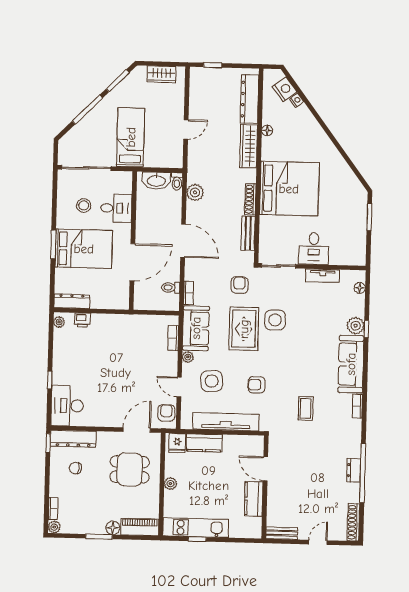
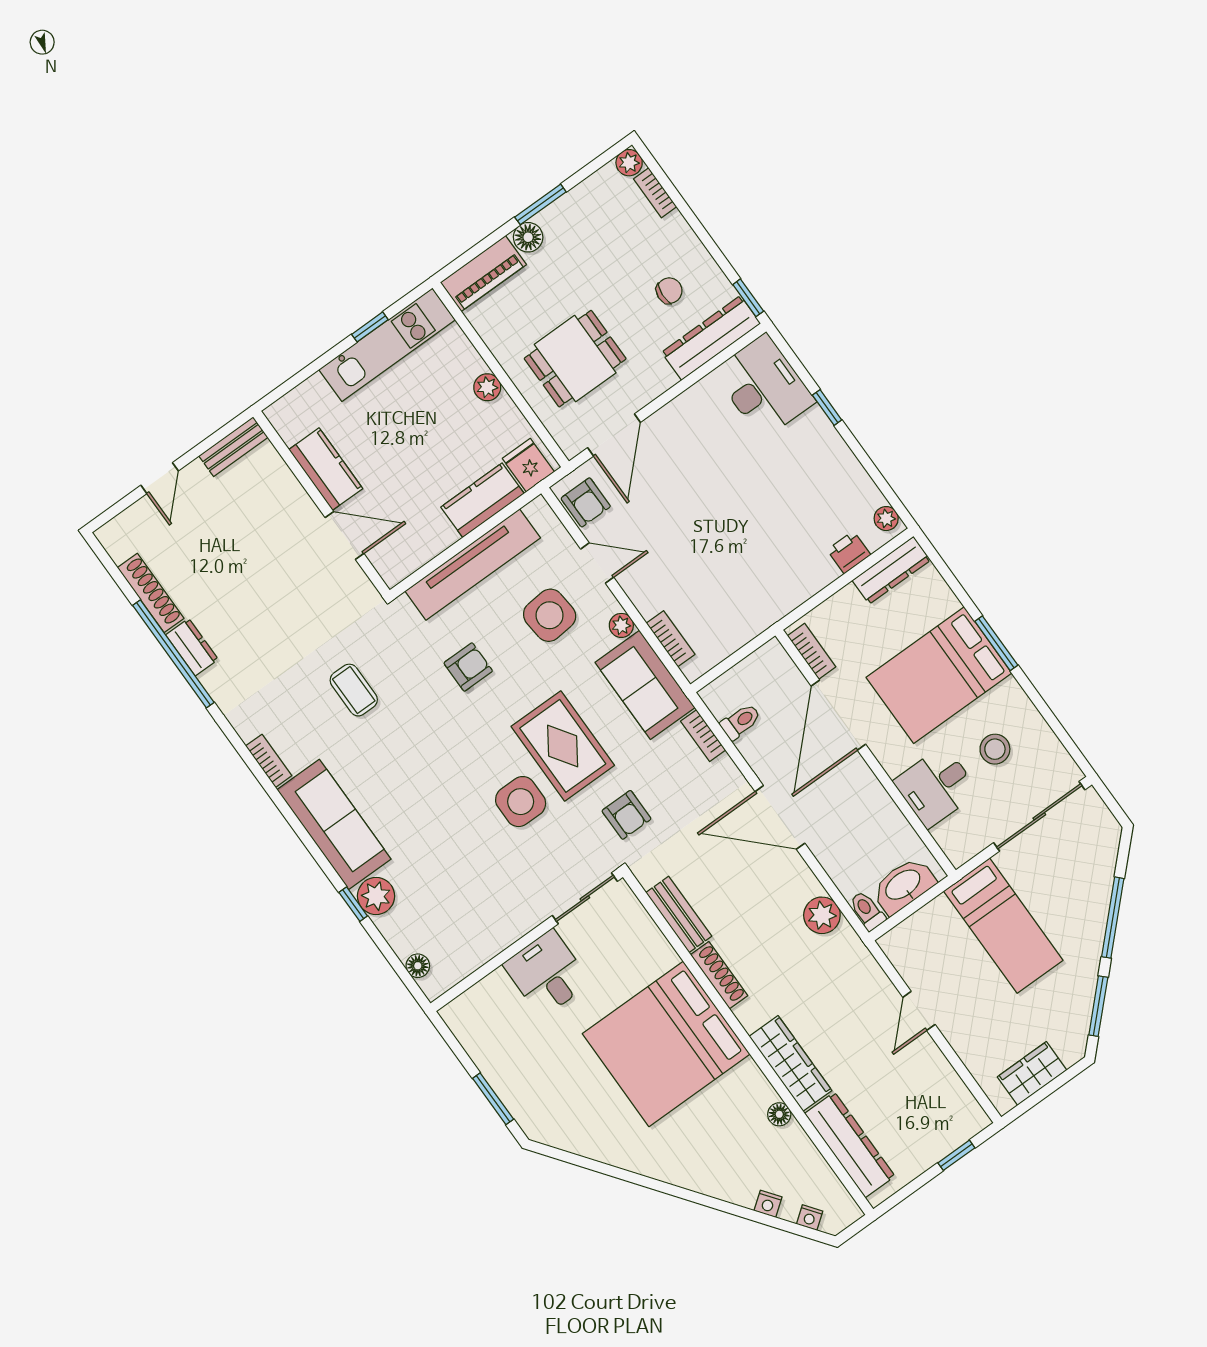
nightstand: (285, 89) -> (810, 1218), width x0.53, depth x0.56
tv unit: (323, 276) -> (497, 939), removed
bookcase: (124, 294) -> (812, 651), added
shoe rack: (353, 522) -> (151, 593), moved

